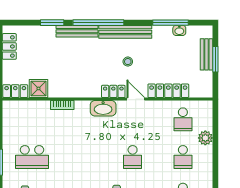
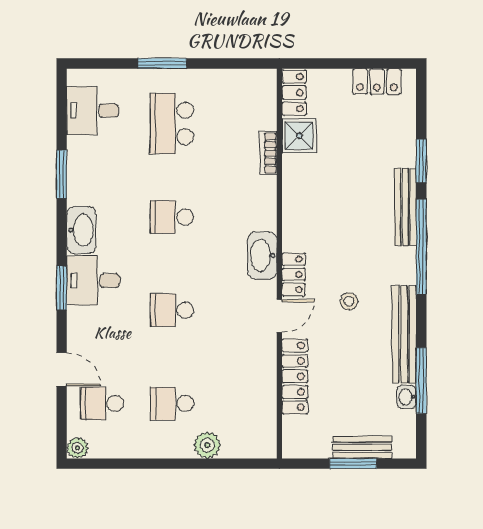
bench: (125, 32) -> (404, 334), moved
bookcase: (62, 105) -> (268, 153), moved
school desk: (183, 119) -> (172, 217), moved

